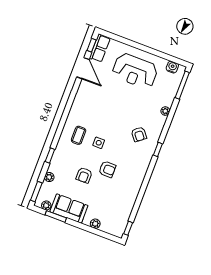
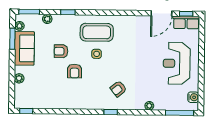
coffee table: (79, 135) -> (97, 32), width x1.86, depth x1.72

